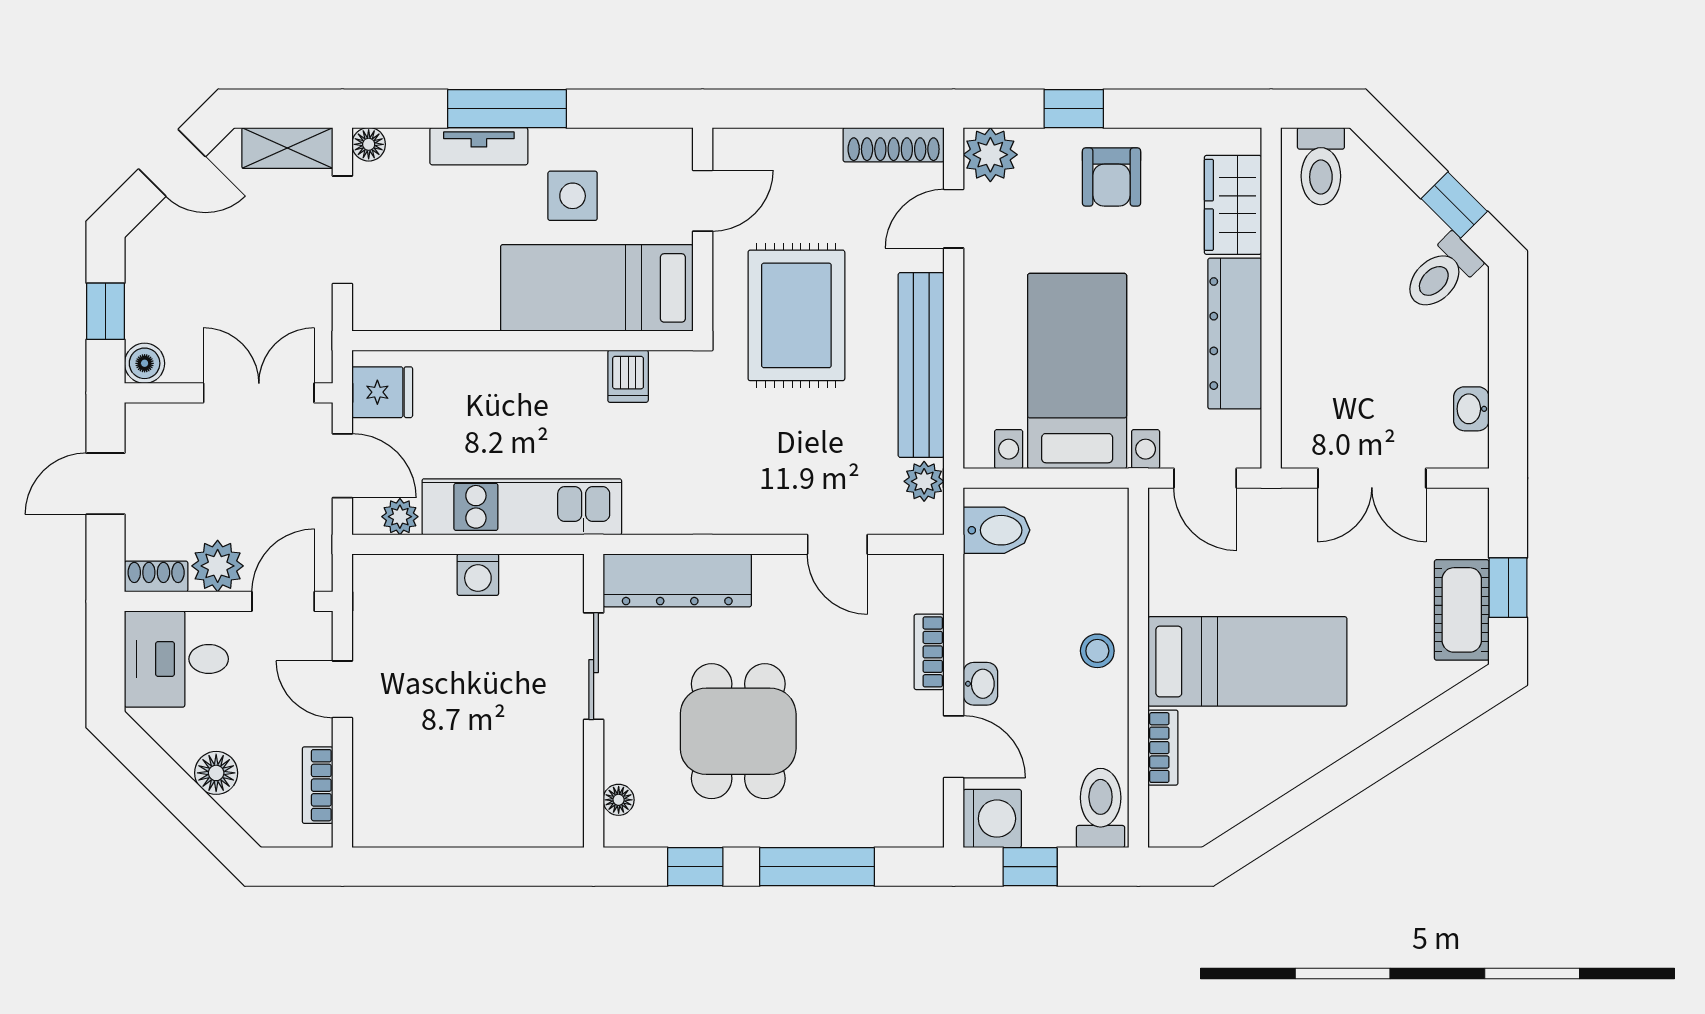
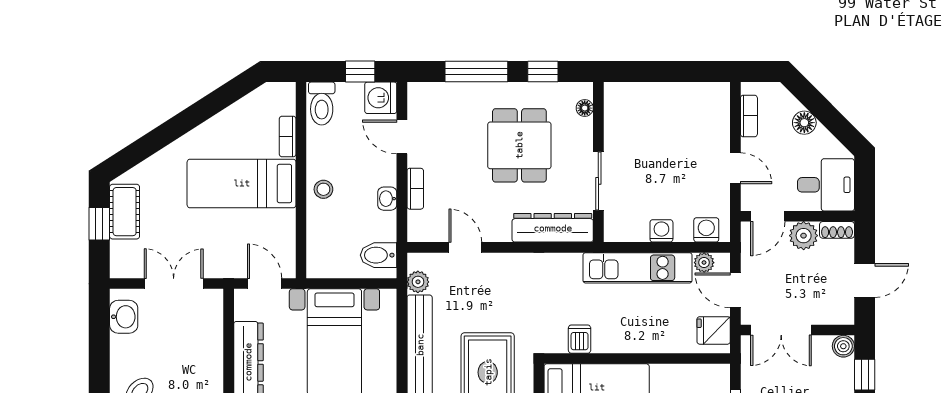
washbasin: (1471, 409) -> (124, 317), width x1.38, depth x1.45
washing machine: (396, 577) -> (706, 230), added
washbasin: (980, 684) -> (387, 199), moved

